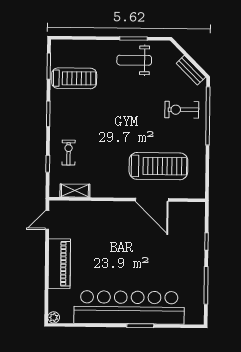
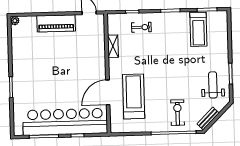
weight bench: (134, 60) -> (213, 85), moved
treadmill: (158, 166) -> (134, 96), turned 180
shelving: (75, 191) -> (113, 46), moved
bar counter: (129, 307) -> (65, 122), moved, turned -90

